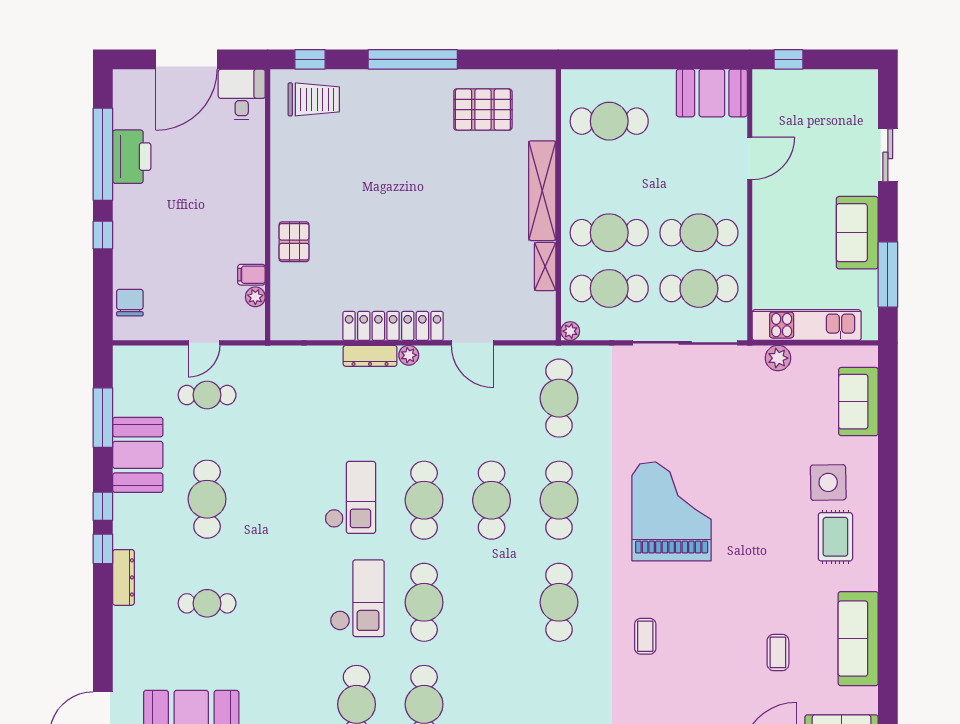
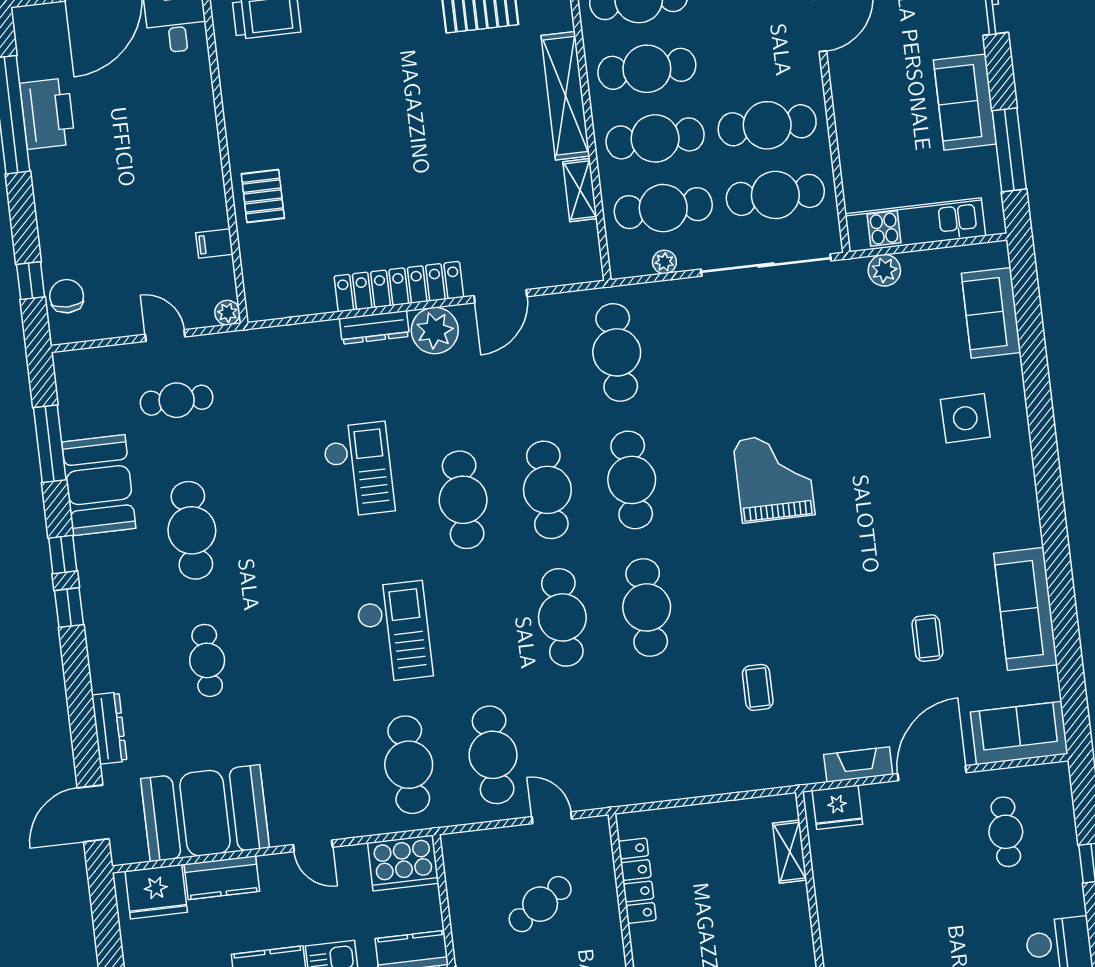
cafe table: (609, 177) -> (647, 69), added
window: (103, 235) -> (31, 281), moved
plant: (255, 297) -> (227, 313), moved
plant: (570, 331) -> (664, 262), moved
door: (204, 343) -> (165, 336), swing flipped
door: (472, 343) -> (500, 296), hinge flipped
plant: (409, 355) -> (435, 330), width x1.88, depth x1.88
checkout: (350, 497) -> (358, 470), moved
grand piano: (672, 511) -> (774, 477), width x0.73, depth x0.68
rug: (835, 537) -> (982, 485), removed
dresser: (123, 577) -> (109, 728), moved
cafe table: (424, 602) -> (562, 617), moved
cafe table: (207, 603) -> (207, 660), turned 90
coffee table: (645, 636) -> (758, 687), moved

